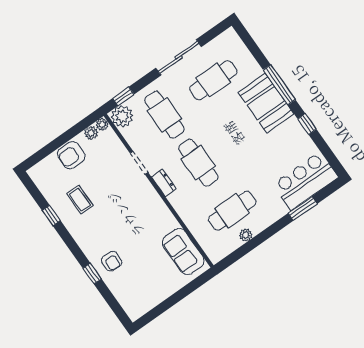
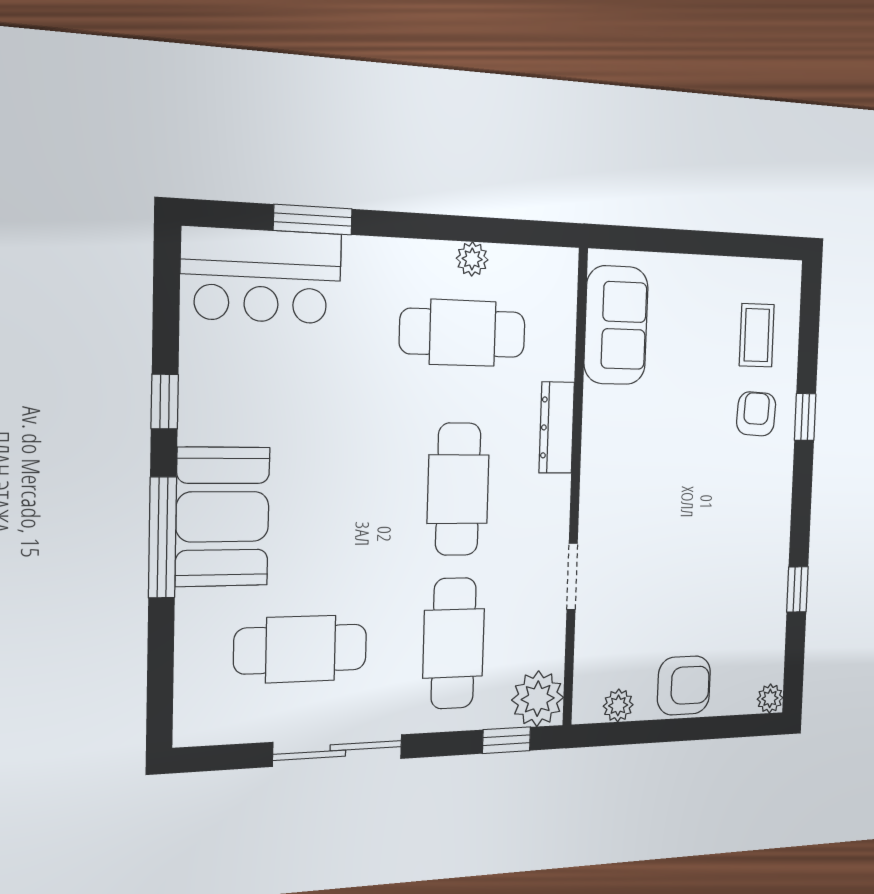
plant: (102, 124) -> (770, 698), moved
dresser: (164, 183) -> (557, 428), moved, width x1.44
coffee table: (80, 200) -> (757, 335), moved

